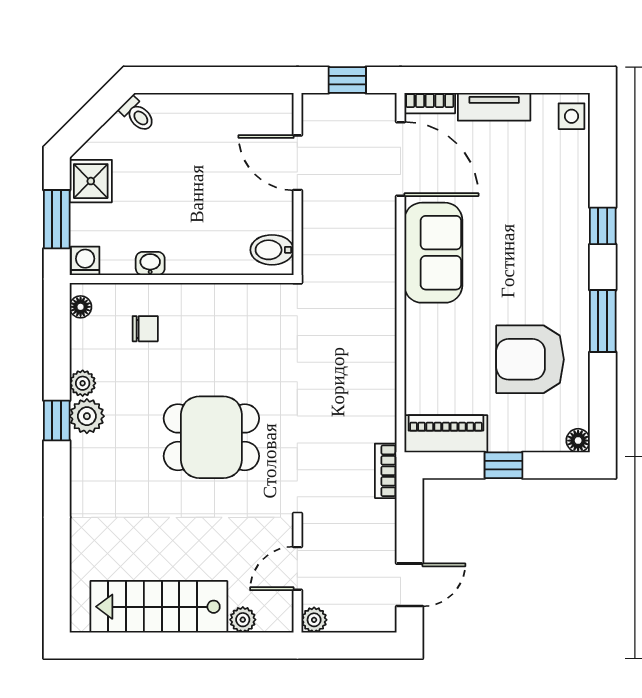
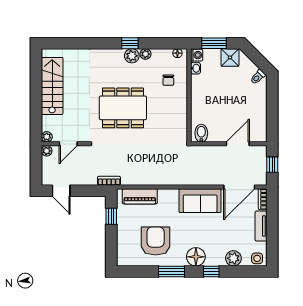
plant: (571, 173) -> (233, 258), added
washbasin: (150, 263) -> (196, 68), moved
piano: (446, 434) -> (140, 196), moved, turned 90
dining table: (211, 437) -> (123, 108), width x1.38
floor lamp: (578, 441) -> (196, 257), moved, width x1.89, depth x1.89
window: (504, 465) -> (111, 216), moved
door: (297, 568) -> (68, 144), swing flipped
plant: (243, 620) -> (47, 137), moved

